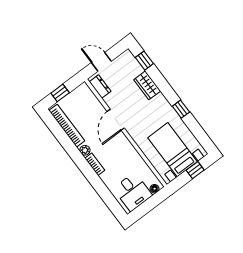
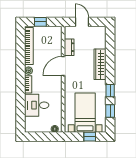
window: (144, 61) -> (110, 111), moved
wardrobe: (147, 85) -> (100, 64), width x1.50
dresser: (100, 86) -> (69, 47), moved
desk: (133, 192) -> (37, 105), moved, turned 90

